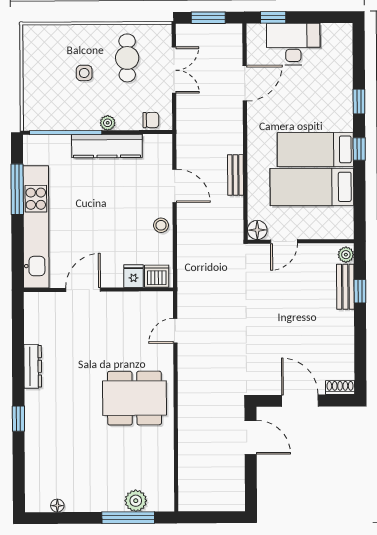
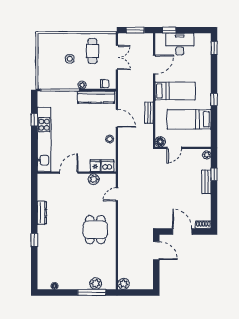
window: (359, 101) -> (214, 48), moved
kitchen counter: (107, 146) -> (96, 97), moved
bed: (315, 150) -> (175, 91), moved, turned 180
window: (17, 189) -> (34, 120), width x0.46
bench: (345, 287) -> (206, 182), moved
plant: (131, 302) -> (94, 179), added
dining table: (134, 398) -> (95, 230), width x0.73
plant: (189, 501) -> (124, 284), added

